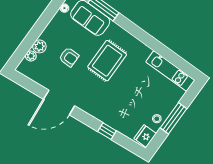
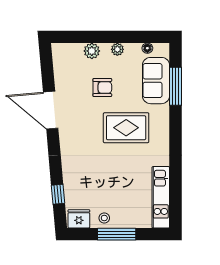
plant: (31, 56) -> (117, 49), moved
armchair: (69, 57) -> (102, 88), turned -90
window: (107, 131) -> (58, 194), moved

